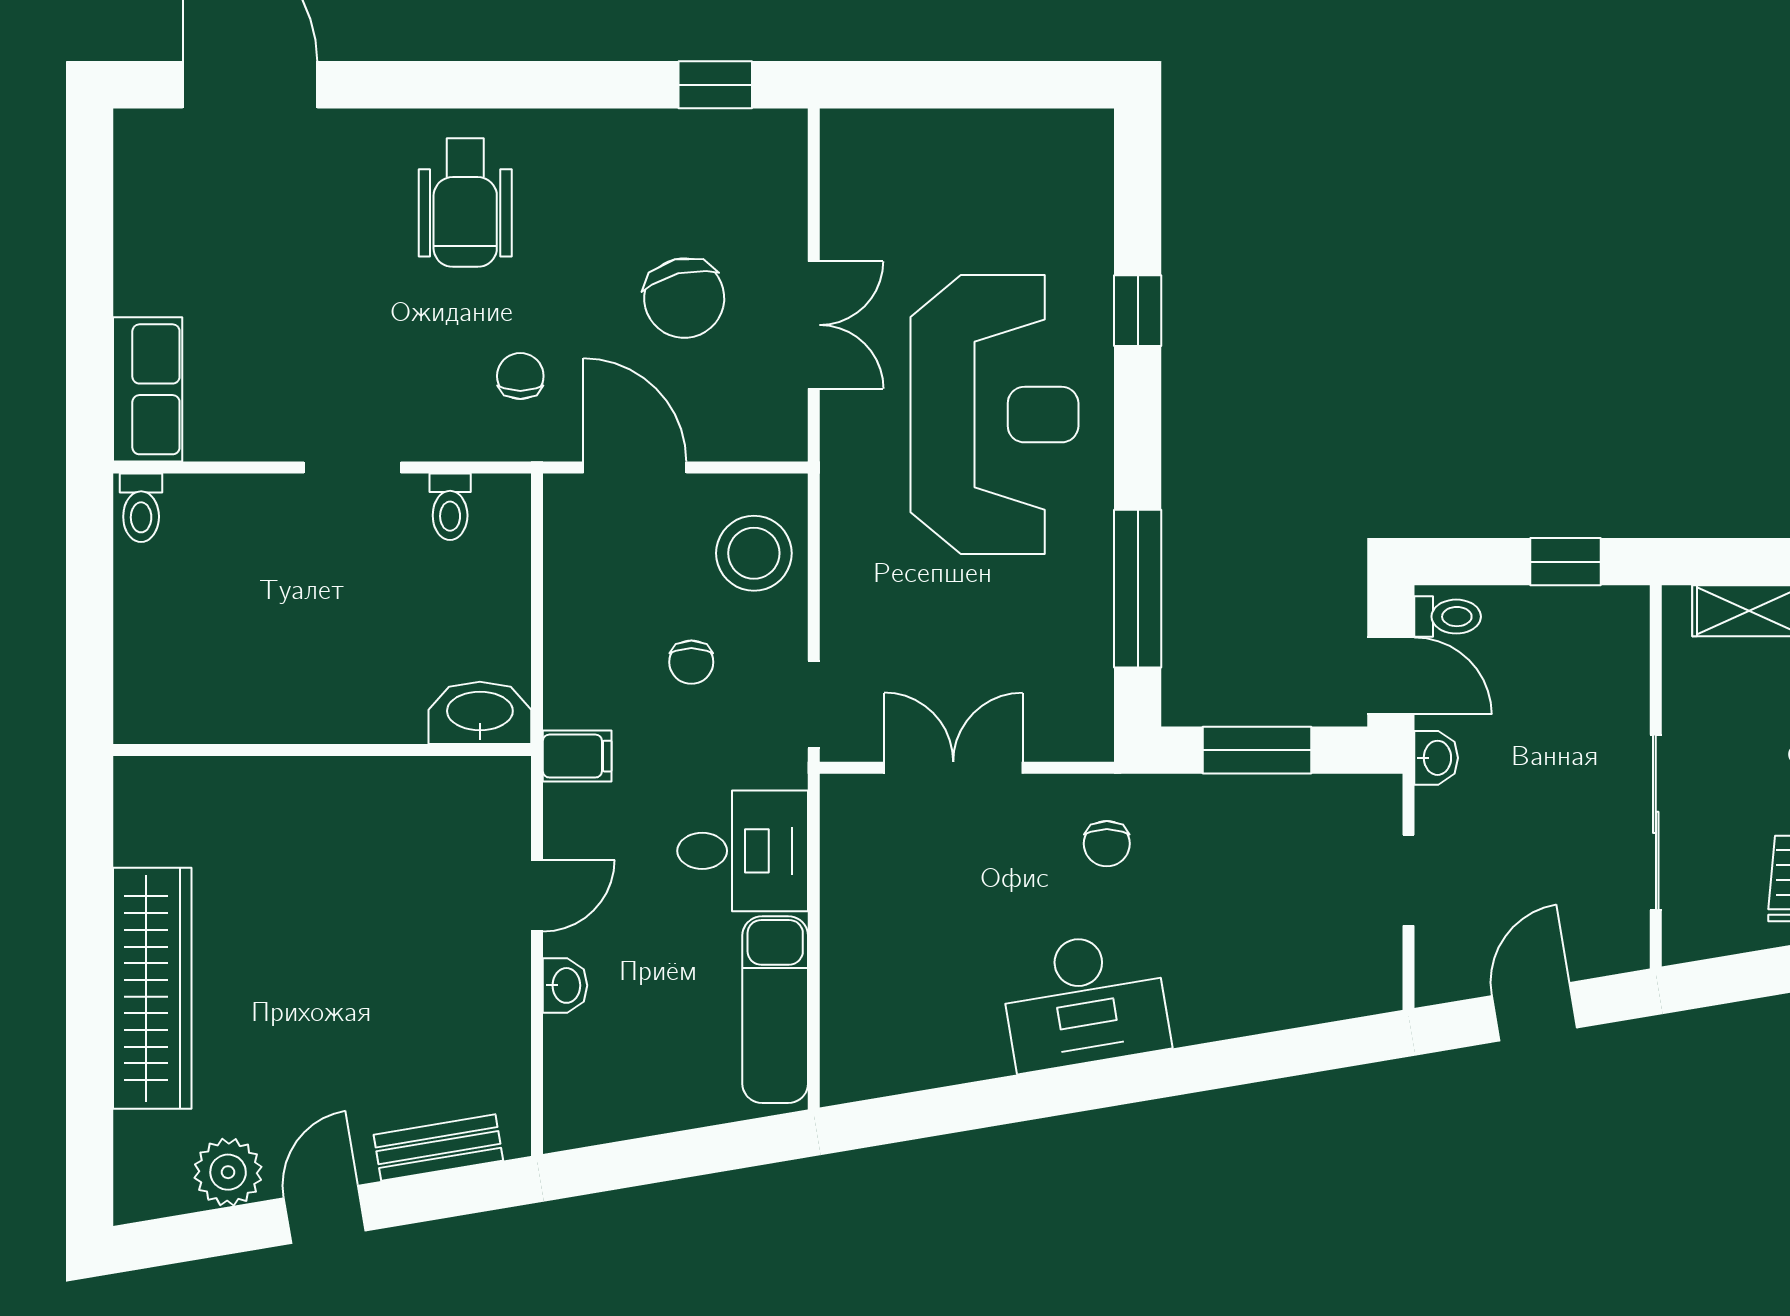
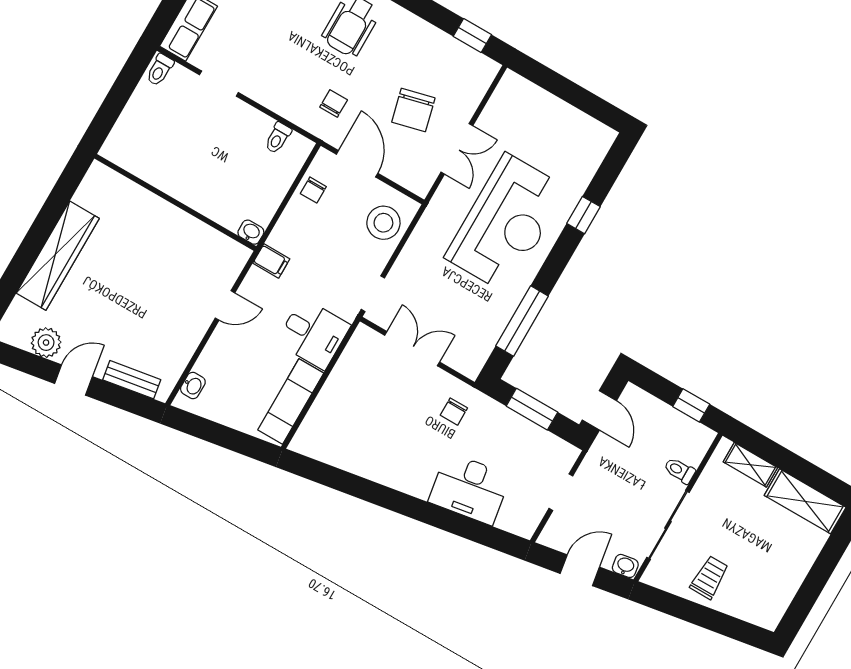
doorway: (352, 467) -> (219, 84), moved
toilet: (1448, 617) -> (680, 470), moved, turned 180
chair: (691, 662) -> (313, 190), moved
washbasin: (480, 713) -> (251, 232), width x0.52, depth x0.69
washbasin: (1436, 758) -> (625, 566), moved, turned -100
washbasin: (565, 985) -> (193, 385), moved
desk: (1085, 1000) -> (469, 489), moved

